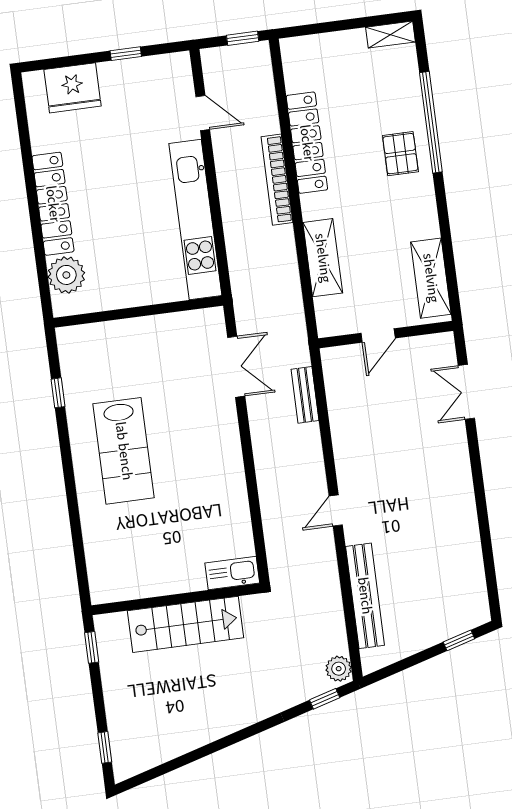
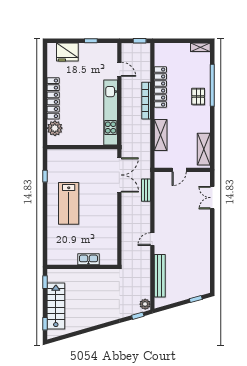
double door: (236, 367) -> (119, 175), width x1.37
kitchen sink: (232, 573) -> (88, 259), moved
stairs: (185, 624) -> (56, 306), moved, turned -90

